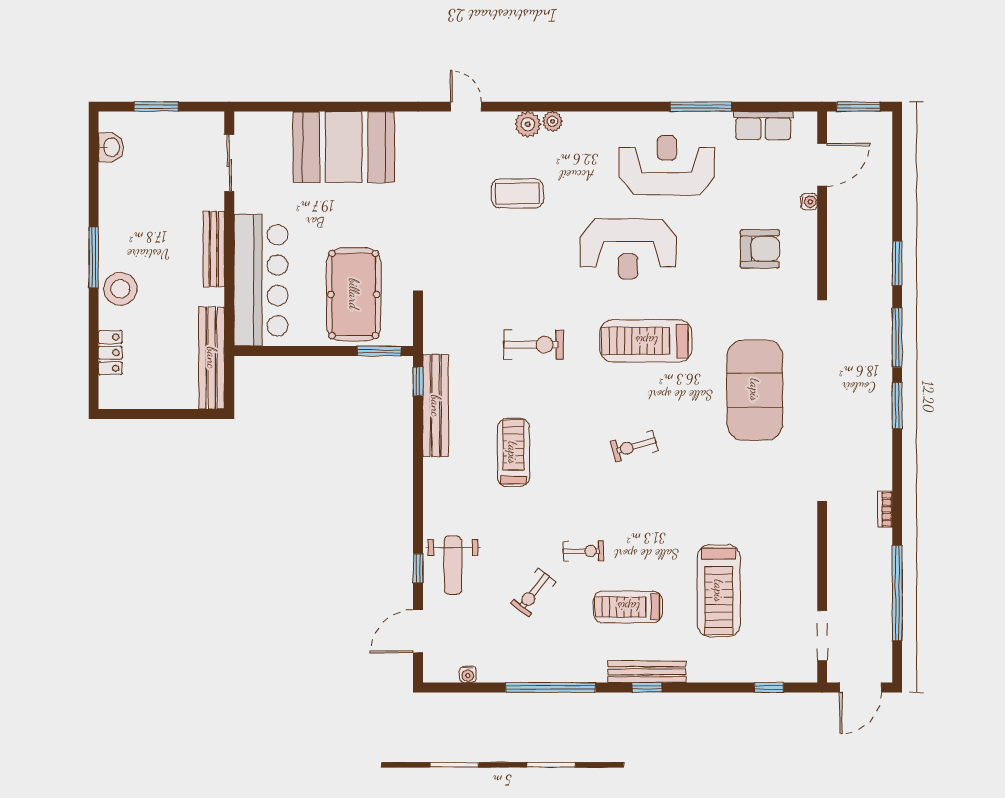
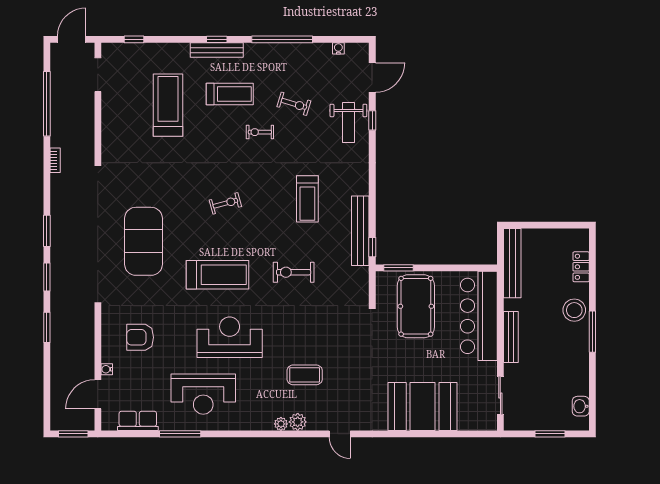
window: (897, 338) -> (47, 277), width x0.69
weight bench: (453, 565) -> (348, 122), turned 180
exercise bike: (533, 593) -> (294, 104), turned 69

